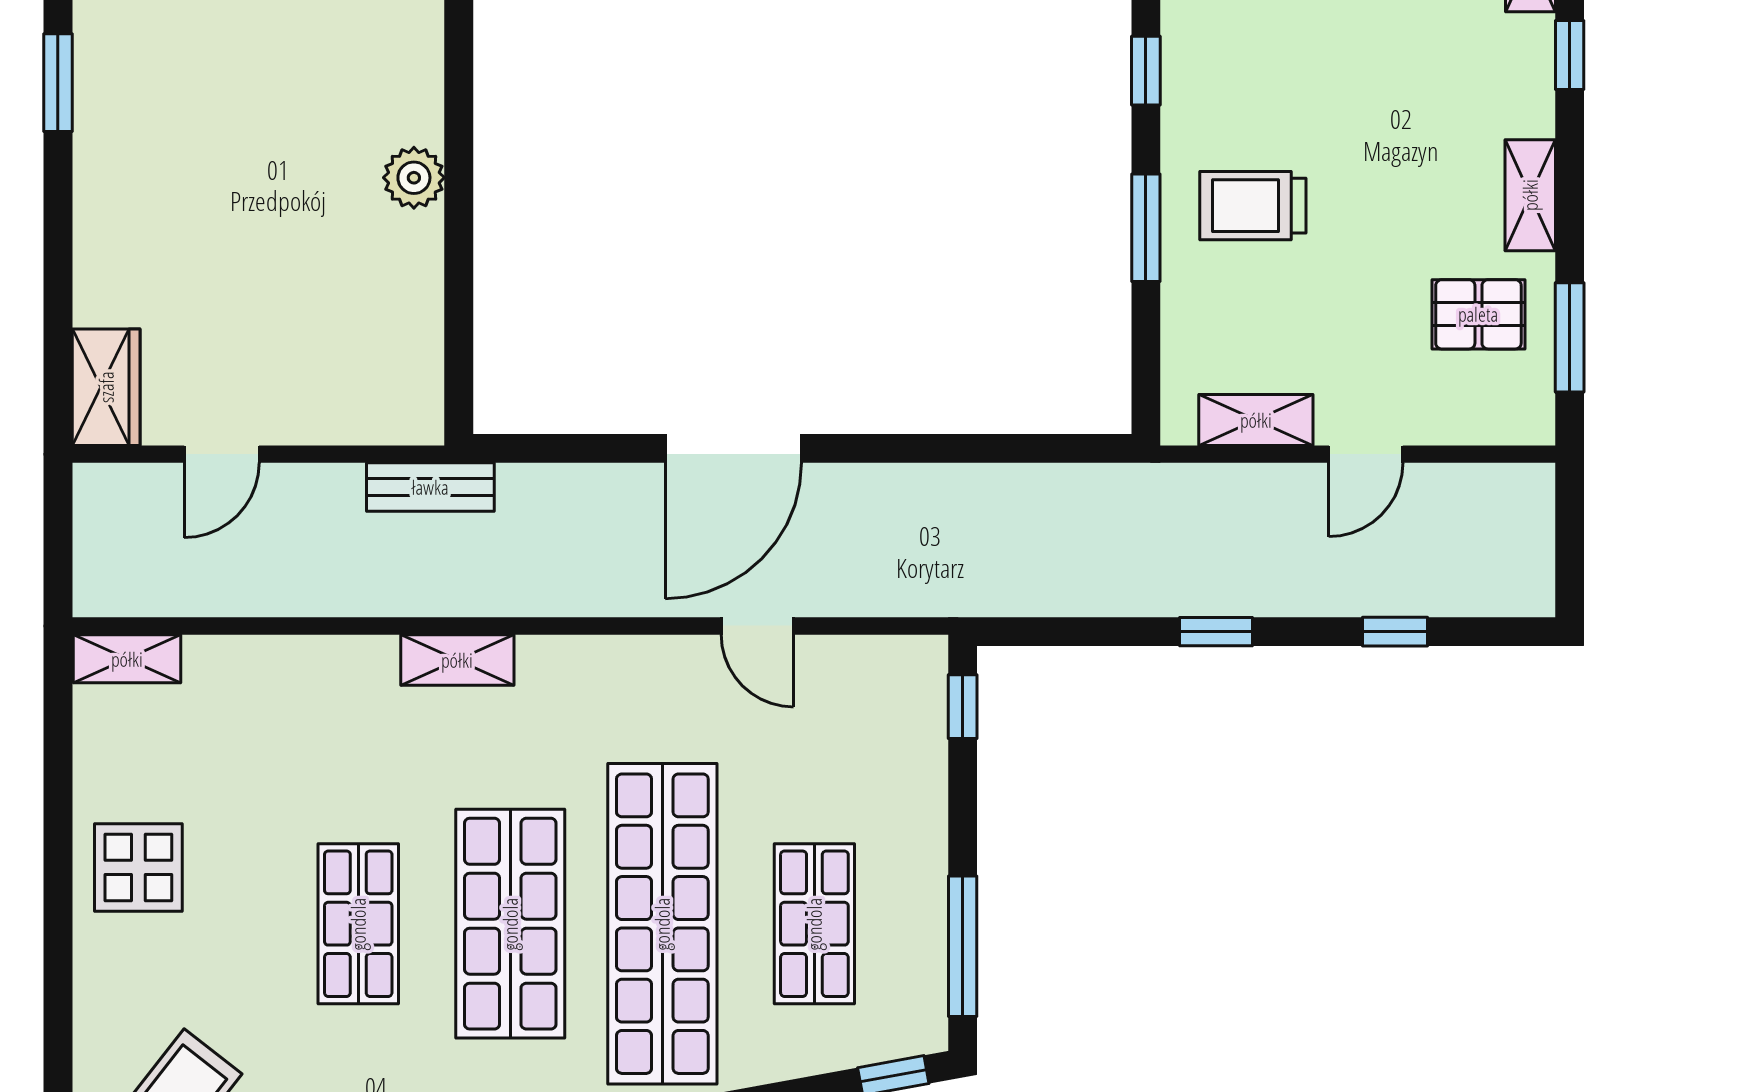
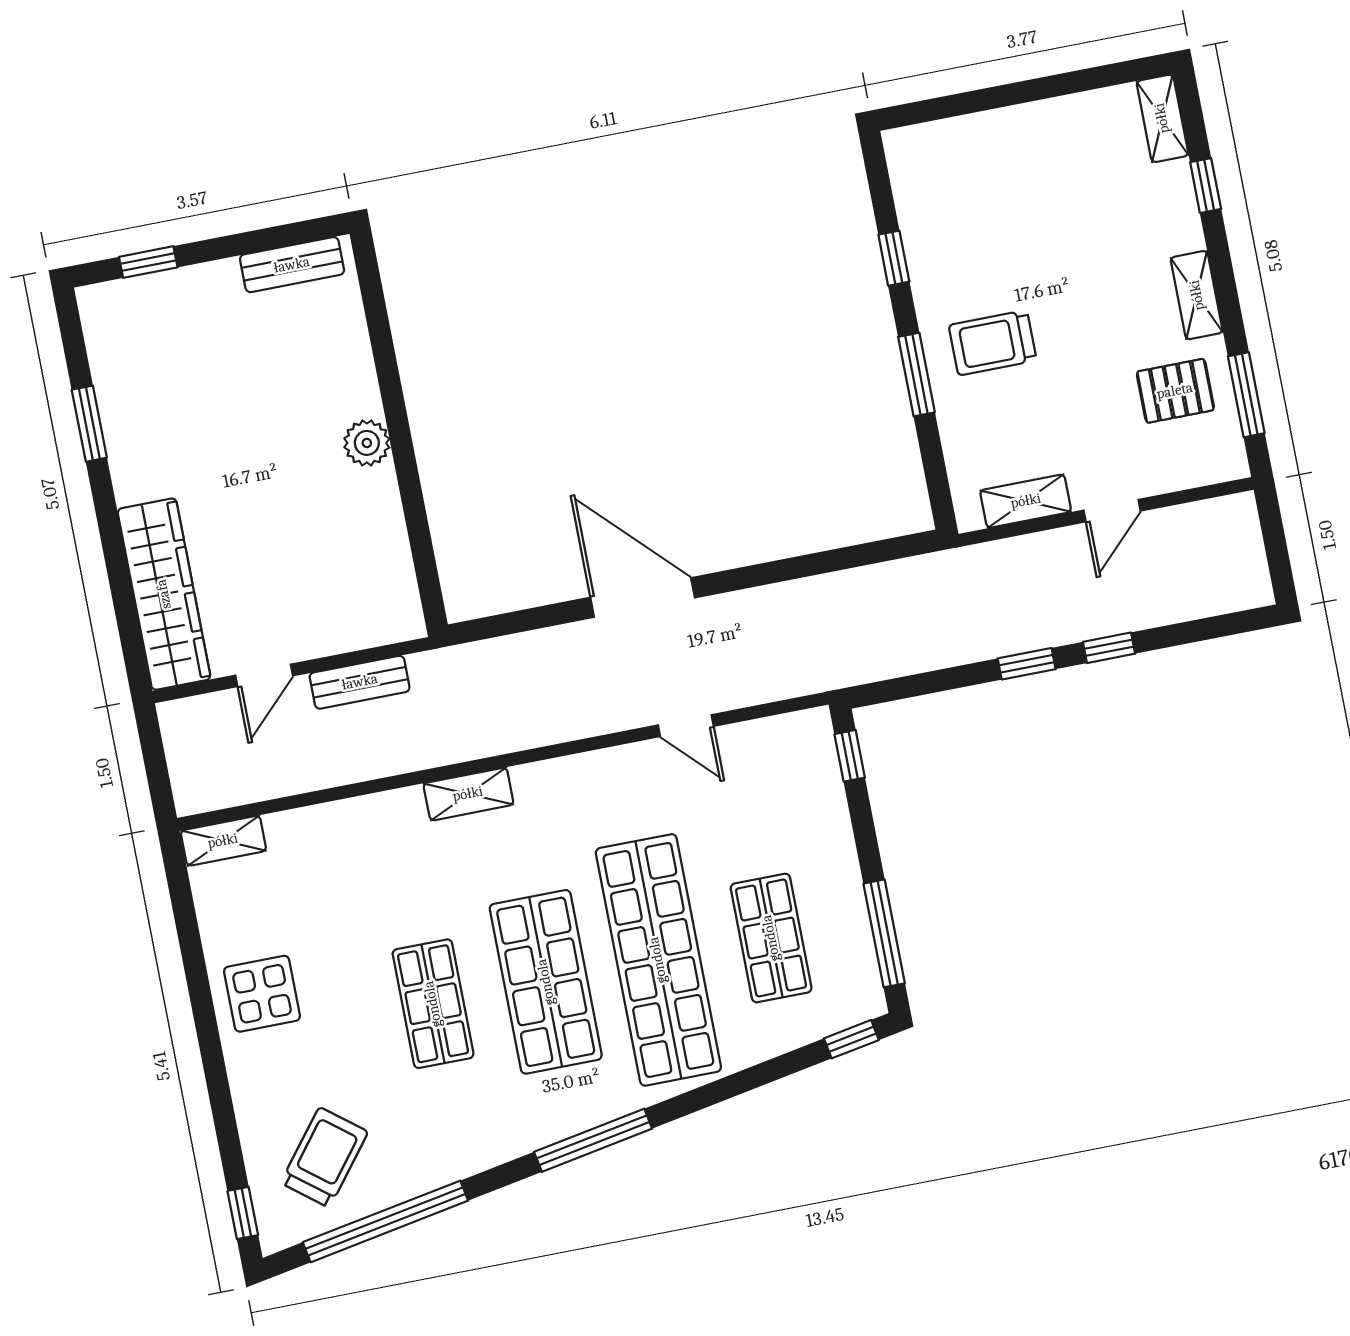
wardrobe: (106, 387) -> (164, 594), width x2.10, depth x1.17
door: (733, 448) -> (643, 598), swing flipped
bench: (430, 487) -> (360, 682), moved
window: (1395, 632) -> (1109, 648), moved

